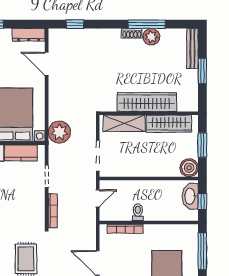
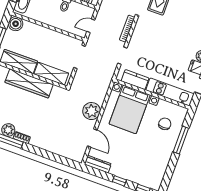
window: (75, 24) -> (61, 160), removed
plant: (59, 132) -> (92, 111), moved

